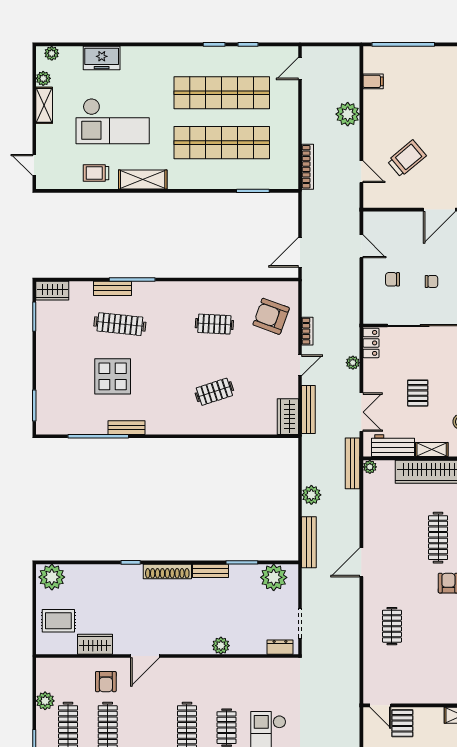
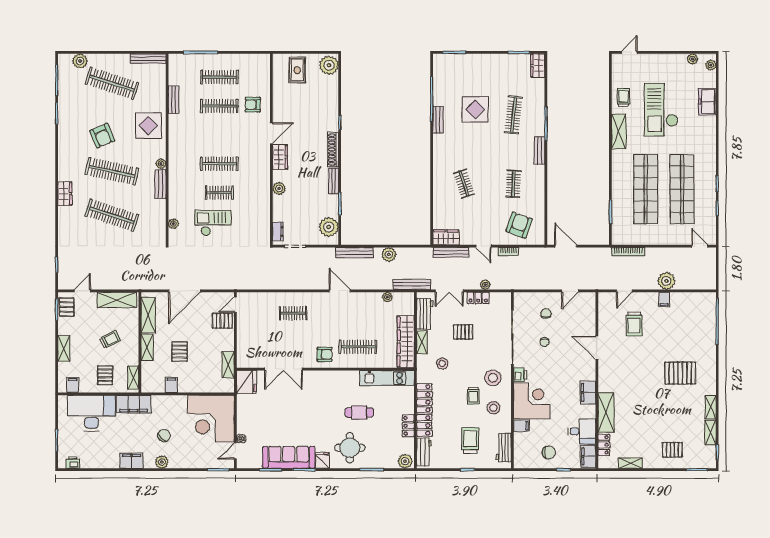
filing cabinet: (373, 81) -> (664, 299), moved
shelving: (44, 105) -> (673, 60), removed
trolley: (407, 158) -> (634, 324), turned 40
bench: (113, 288) -> (539, 151), moved
locker: (371, 343) -> (478, 298), moved
plant: (370, 467) -> (387, 297), moved
wardrobe: (95, 644) -> (280, 157), moved
door: (145, 656) -> (271, 133), swing flipped
plant: (45, 701) -> (239, 60), removed

